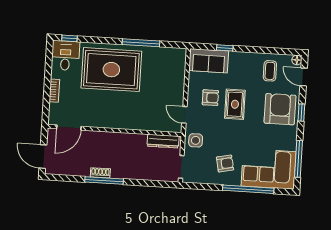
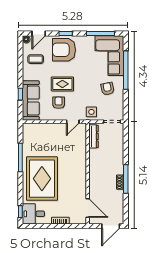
sofa: (209, 61) -> (31, 100), width x1.36

